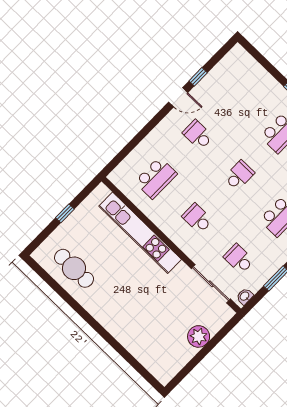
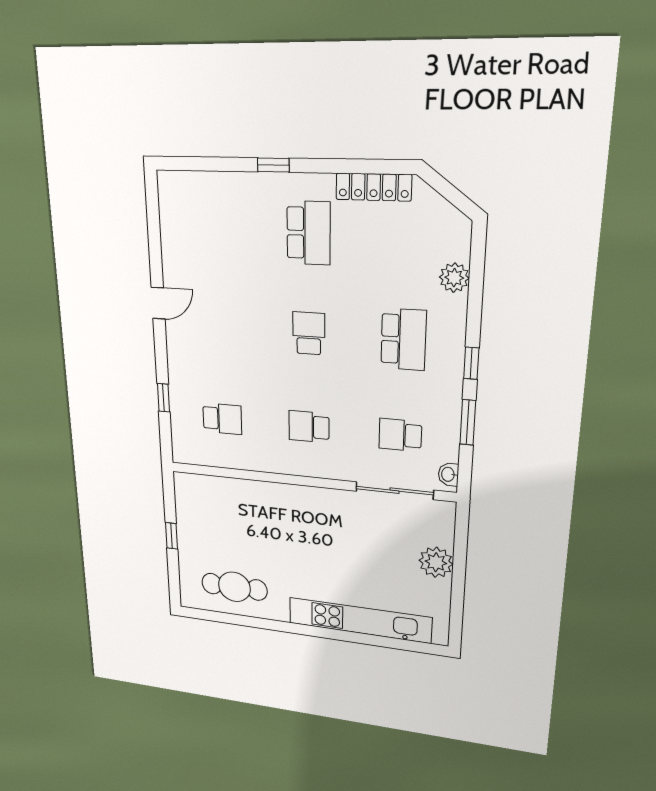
window: (198, 77) -> (164, 398), moved
school desk: (198, 135) -> (219, 328), removed
school desk: (156, 178) -> (222, 419), width x0.54
kitchen unit: (140, 233) -> (359, 620), moved, turned 180

